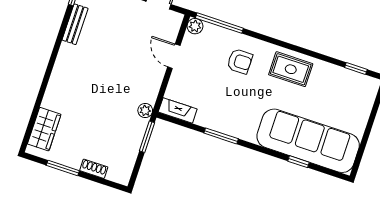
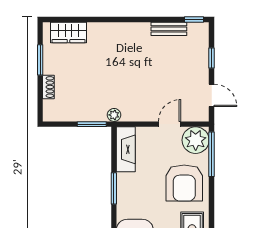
plant: (195, 26) -> (196, 140), width x1.88, depth x1.88
armchair: (240, 61) -> (184, 183), width x1.88, depth x1.88
fireplace: (178, 110) -> (126, 149), width x1.37, depth x1.32

